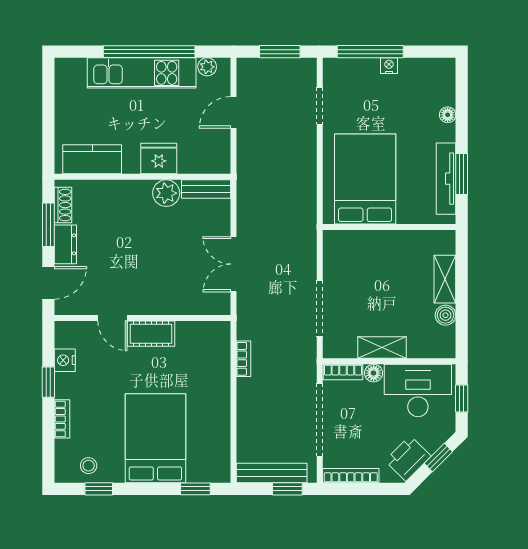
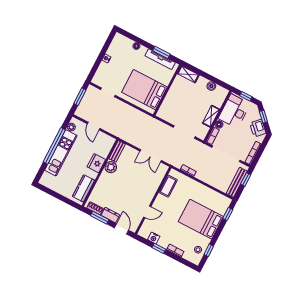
window: (370, 52) -> (98, 63), removed
shelving: (445, 279) -> (188, 74), moved
cot: (151, 334) -> (168, 186), moved

